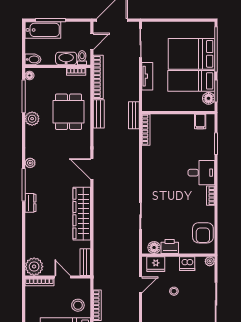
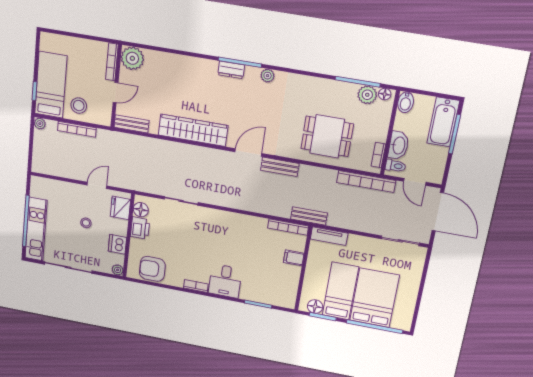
tv unit: (147, 76) -> (329, 236), moved
bench: (99, 114) -> (280, 167), moved
plant: (32, 119) -> (367, 95), moved
filing cabinet: (200, 121) -> (294, 258), moved
dresser: (30, 203) -> (231, 70), moved
door: (141, 285) -> (97, 185), swing flipped

